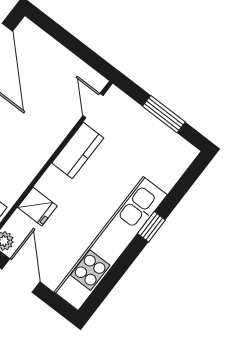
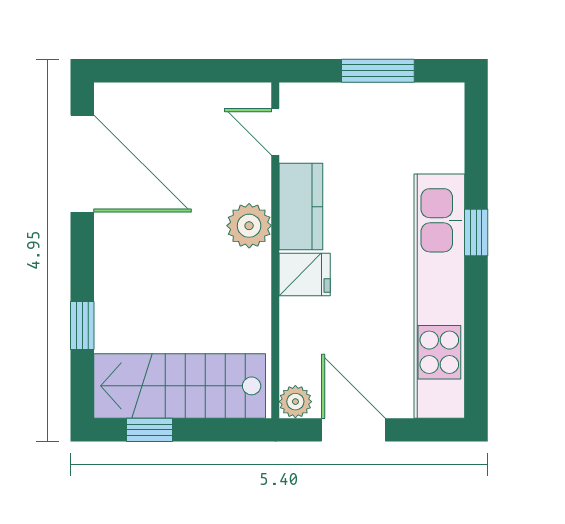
plant: (46, 141) -> (249, 226), added
fridge: (37, 207) -> (305, 274), moved

